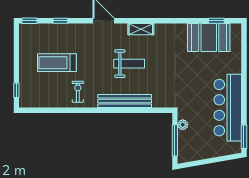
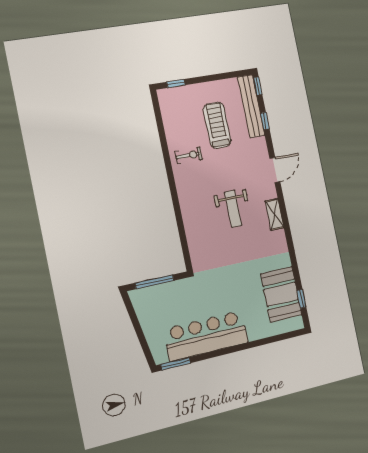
bench: (125, 101) -> (251, 106), moved
plant: (183, 125) -> (175, 287), removed

